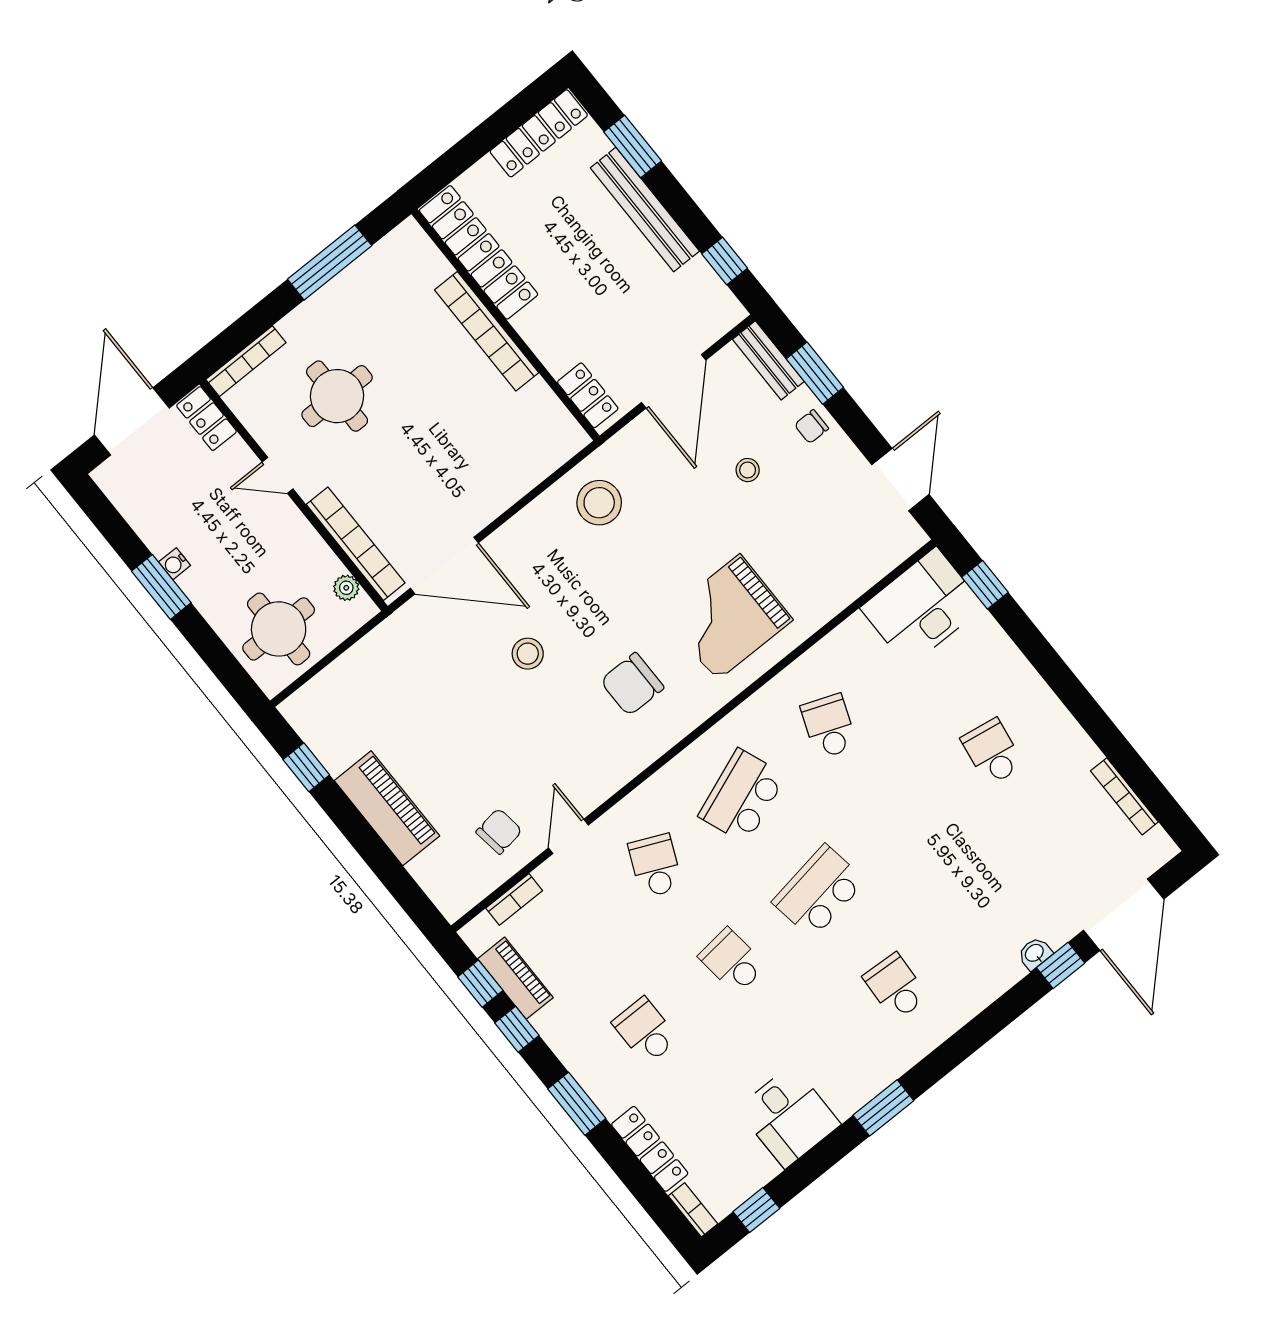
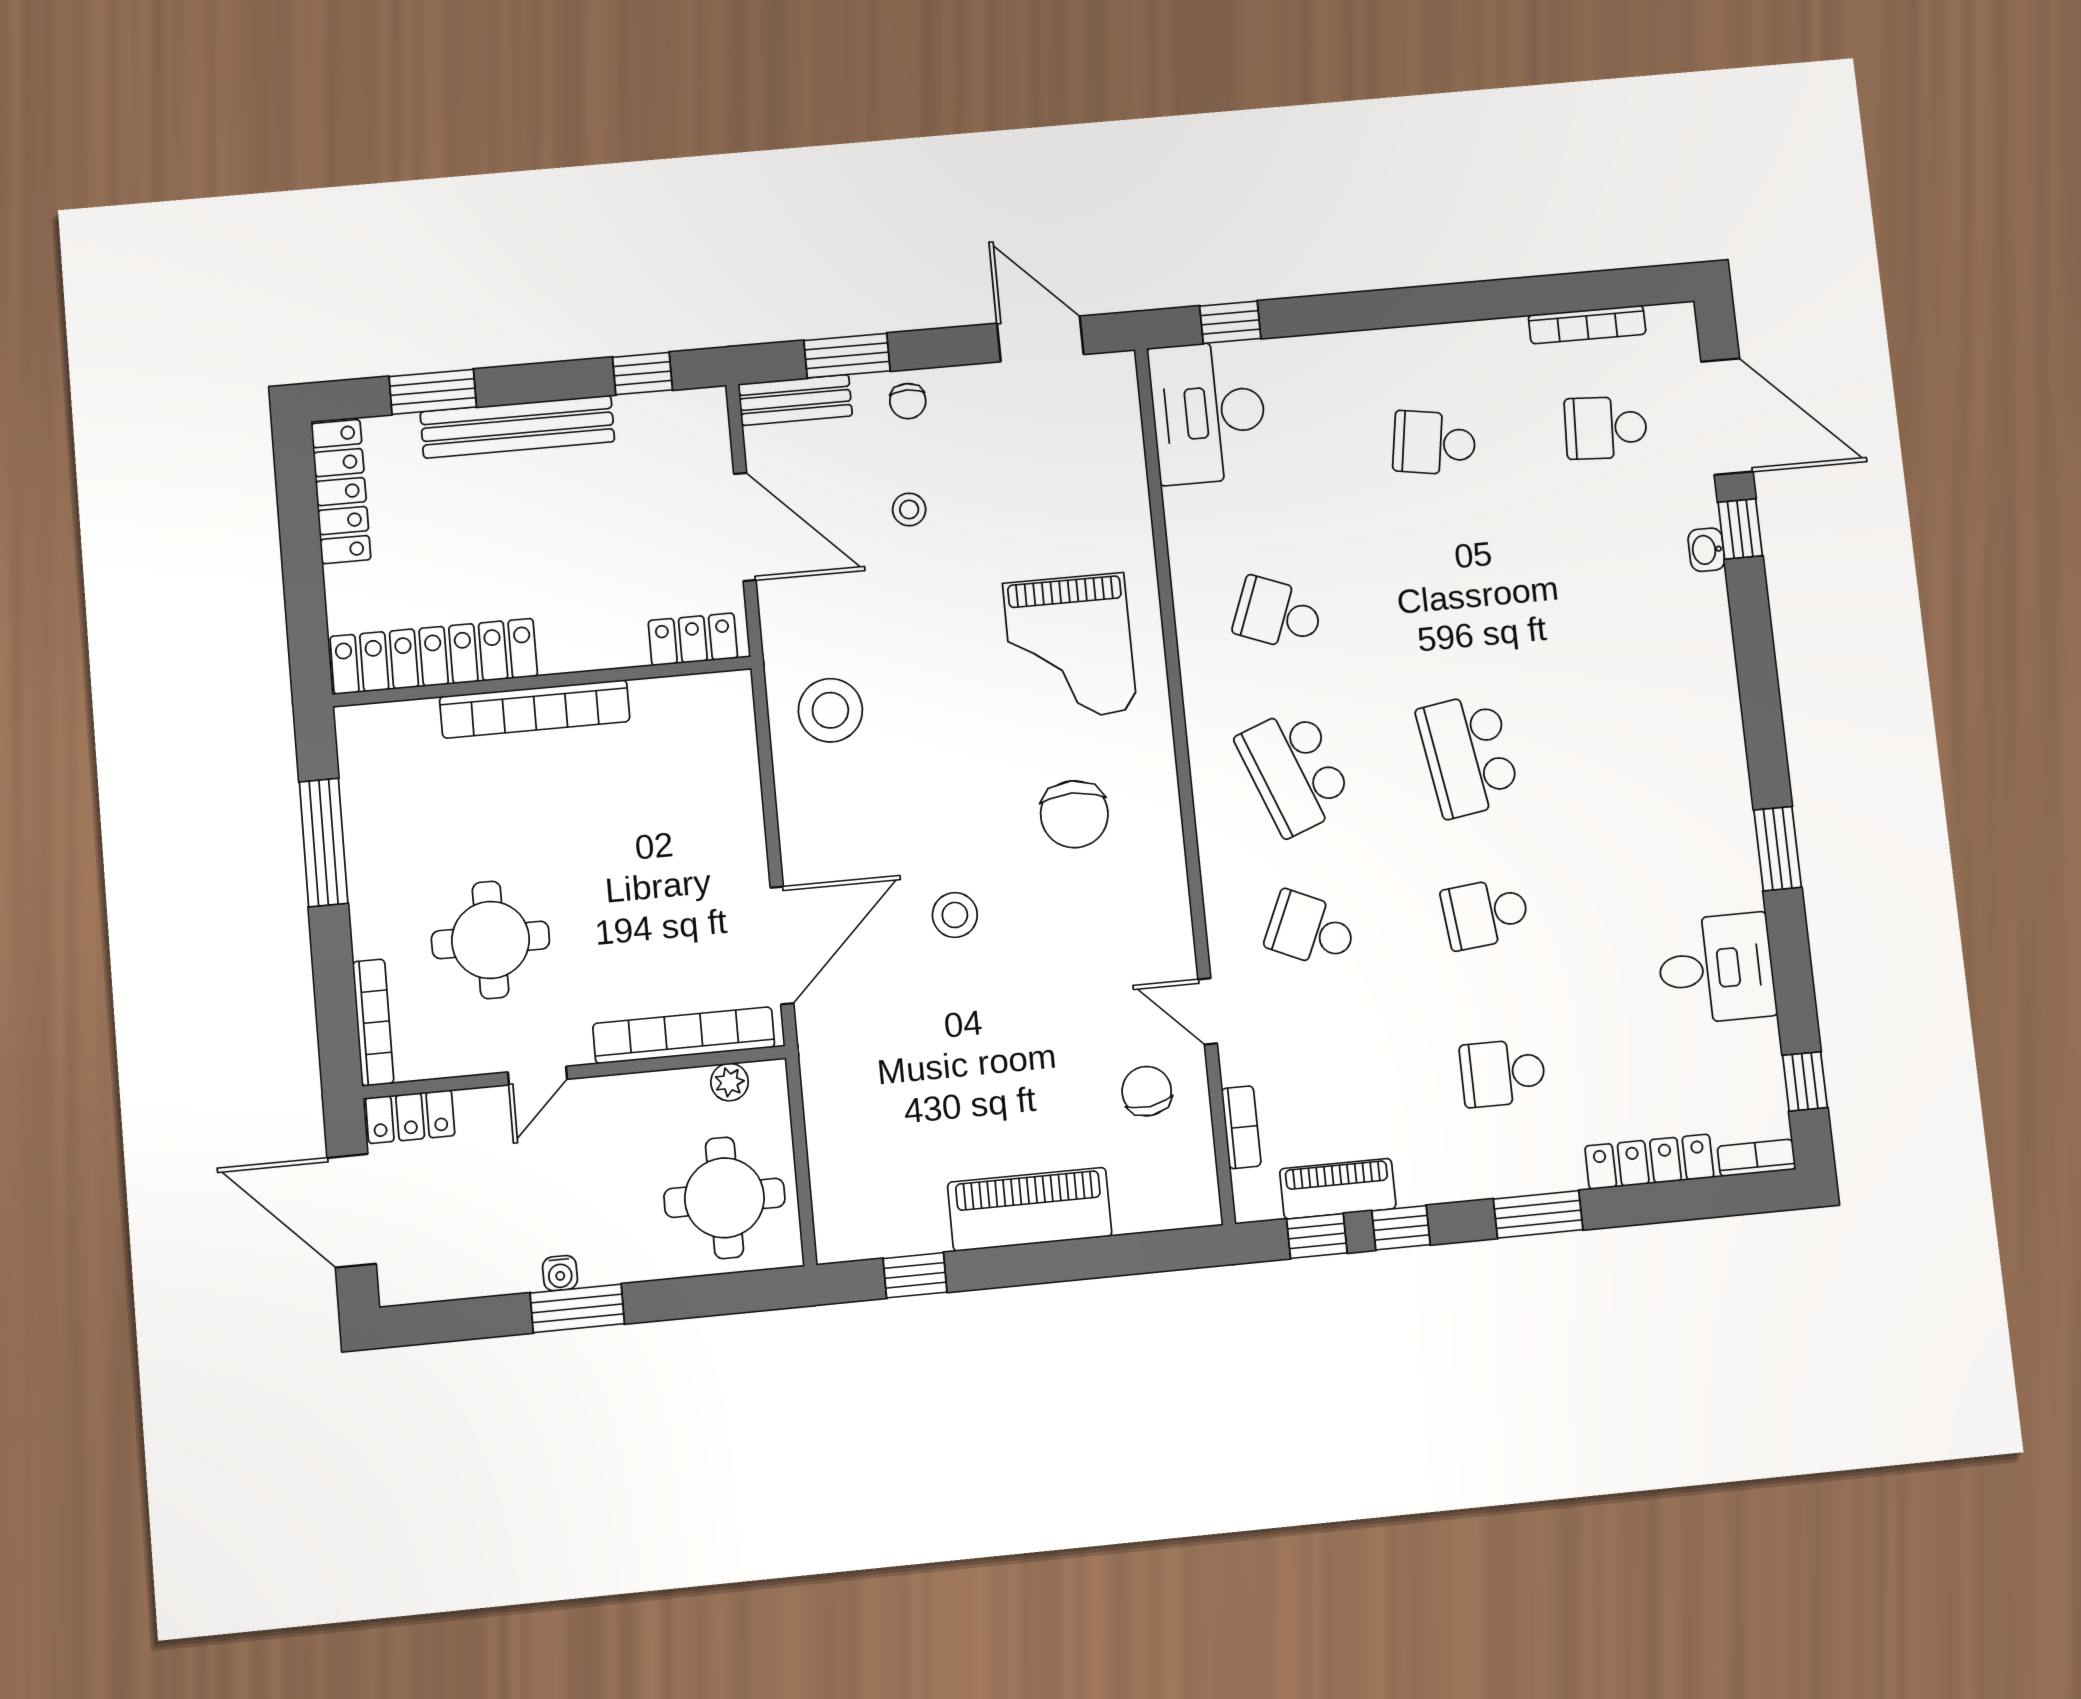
school desk: (896, 987) -> (1606, 428), moved

